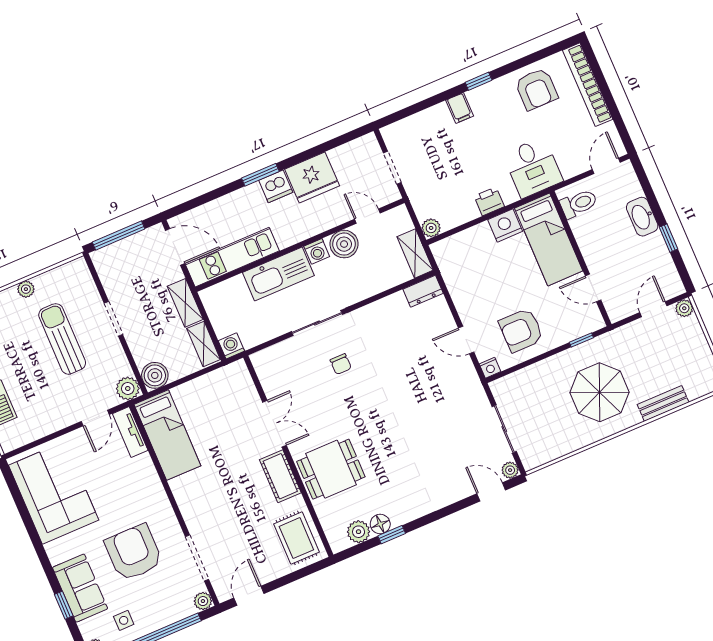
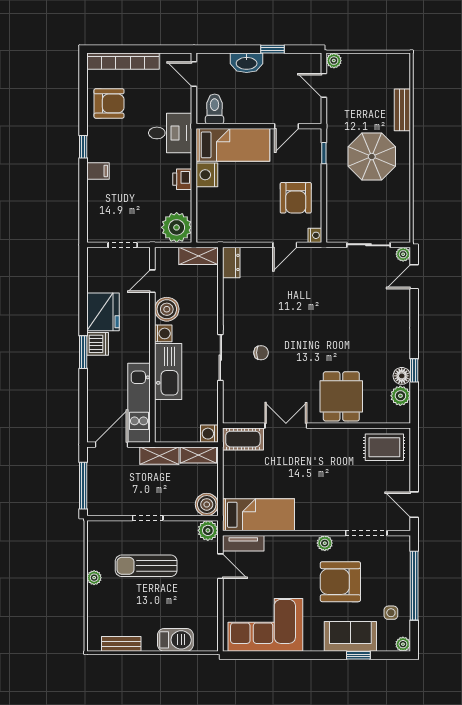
plant: (431, 228) -> (177, 227), width x1.88, depth x1.88
cot: (280, 476) -> (243, 439), moved
plant: (203, 601) -> (325, 543), moved

